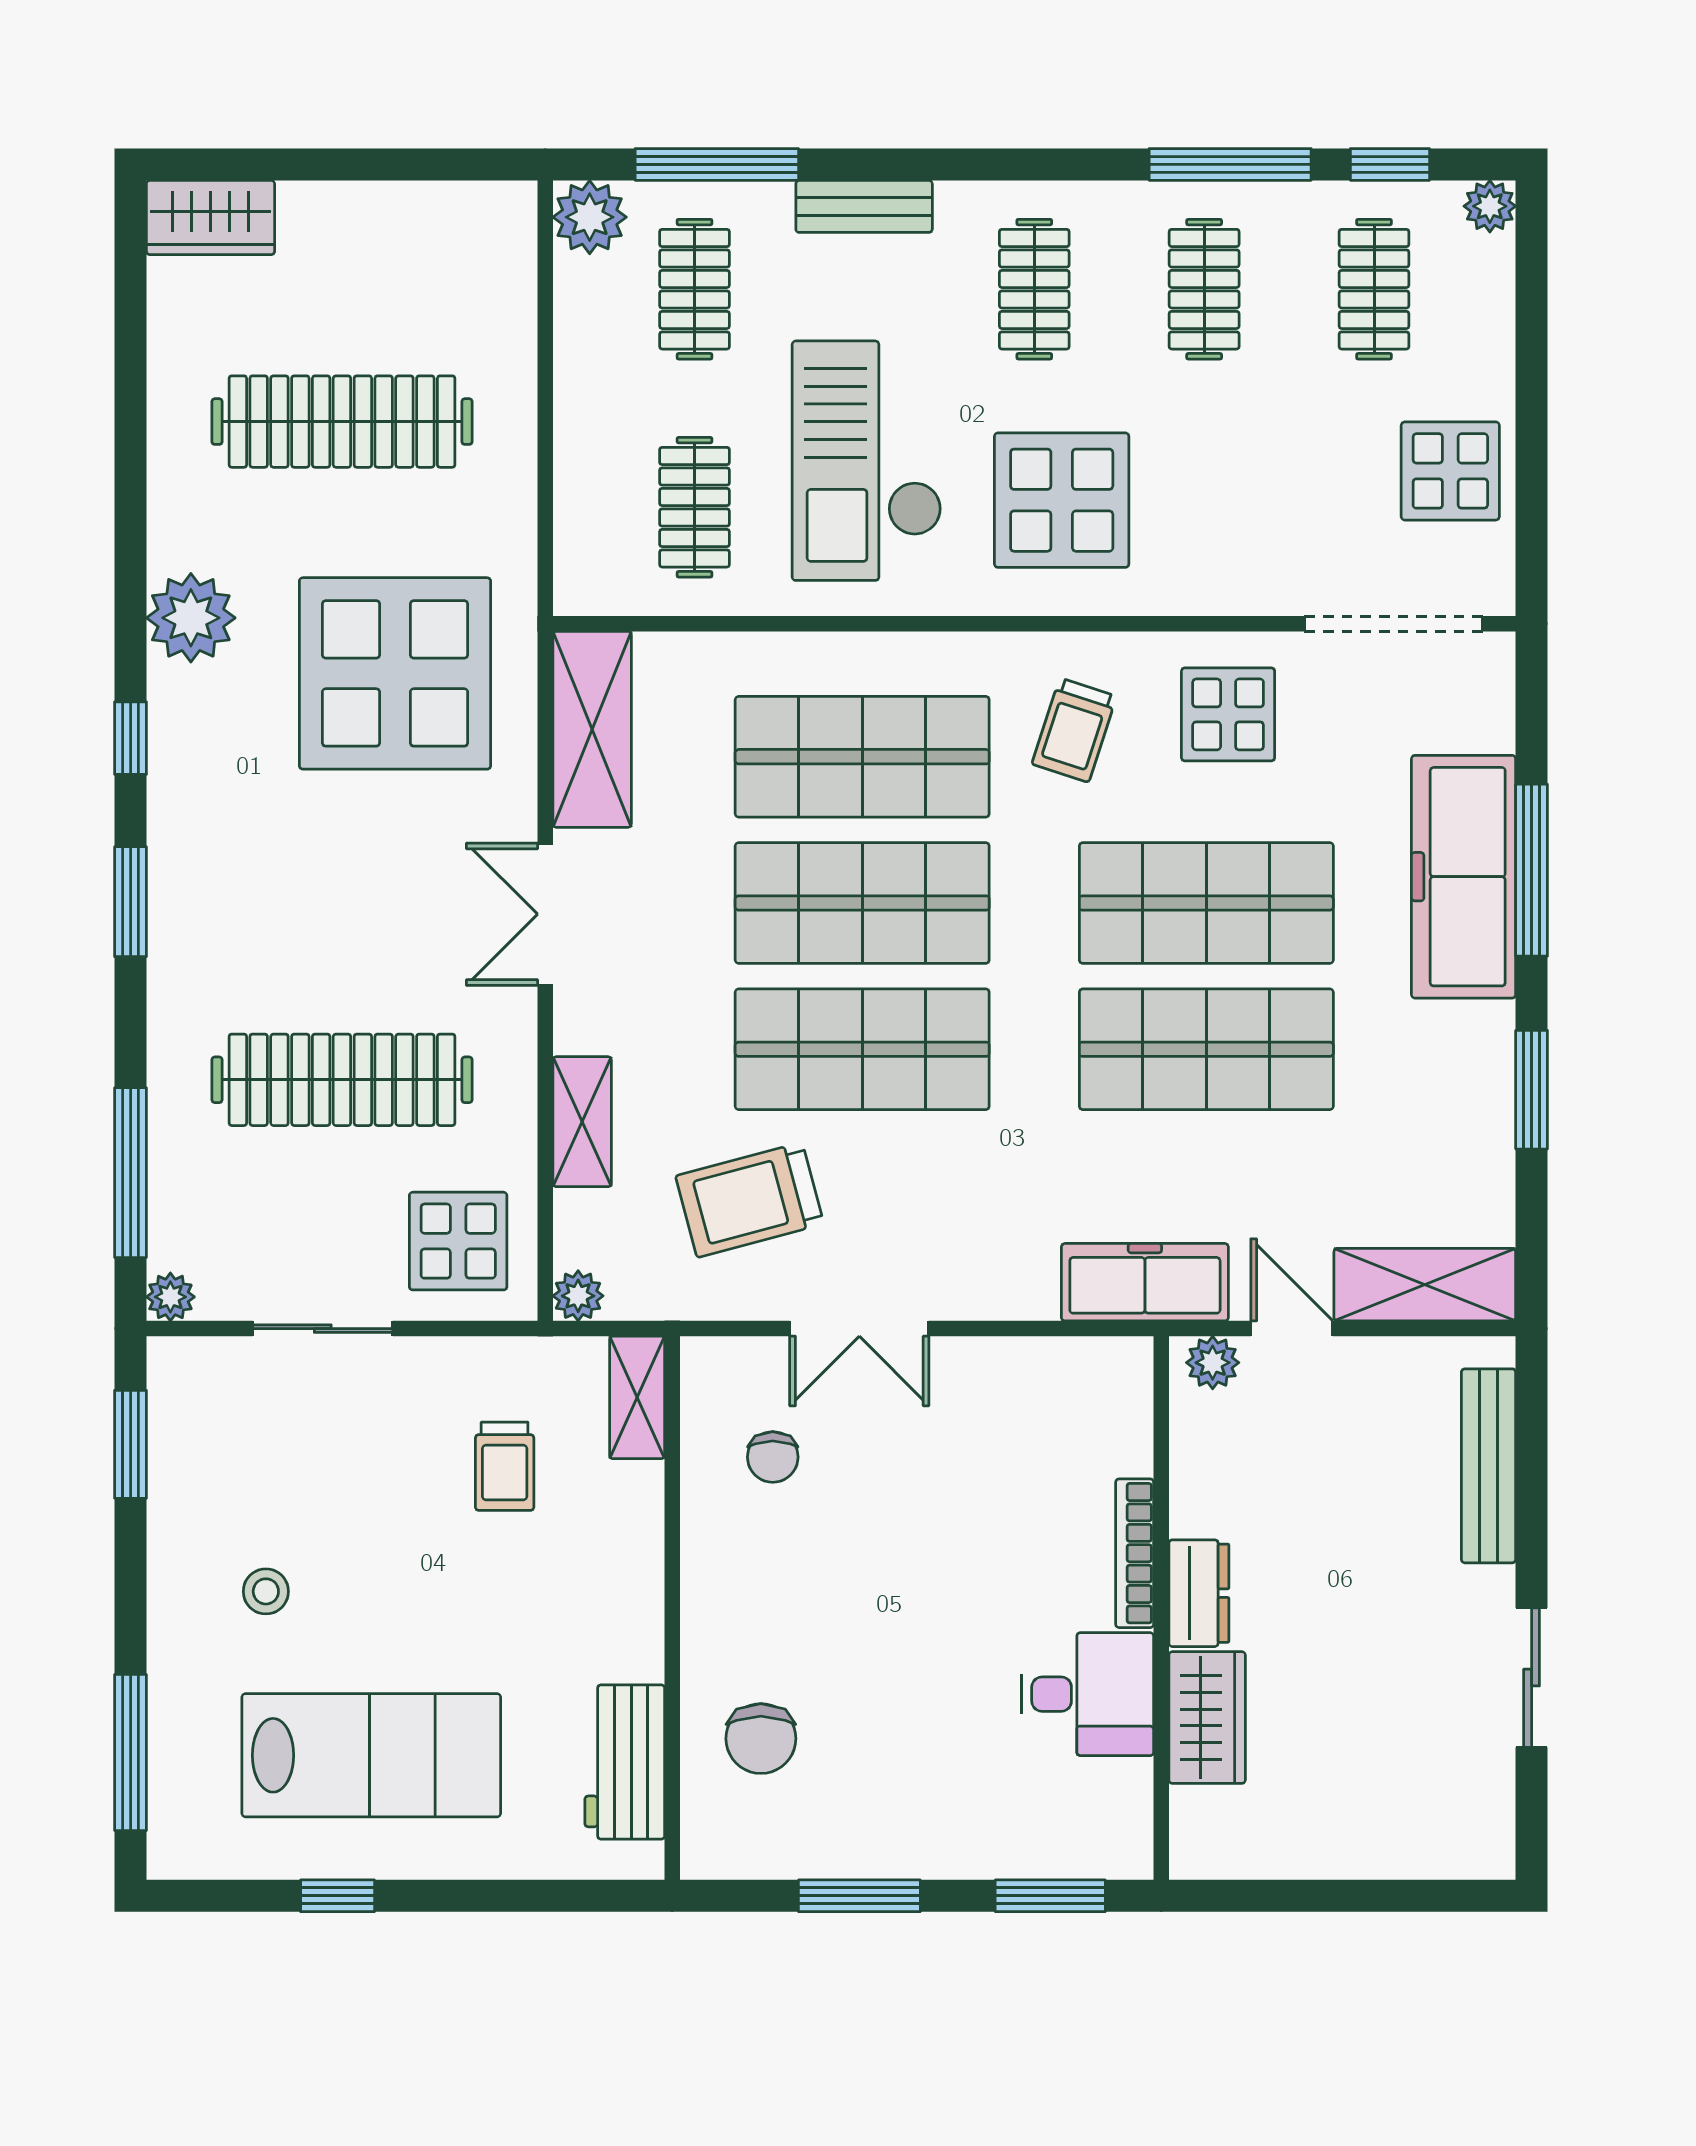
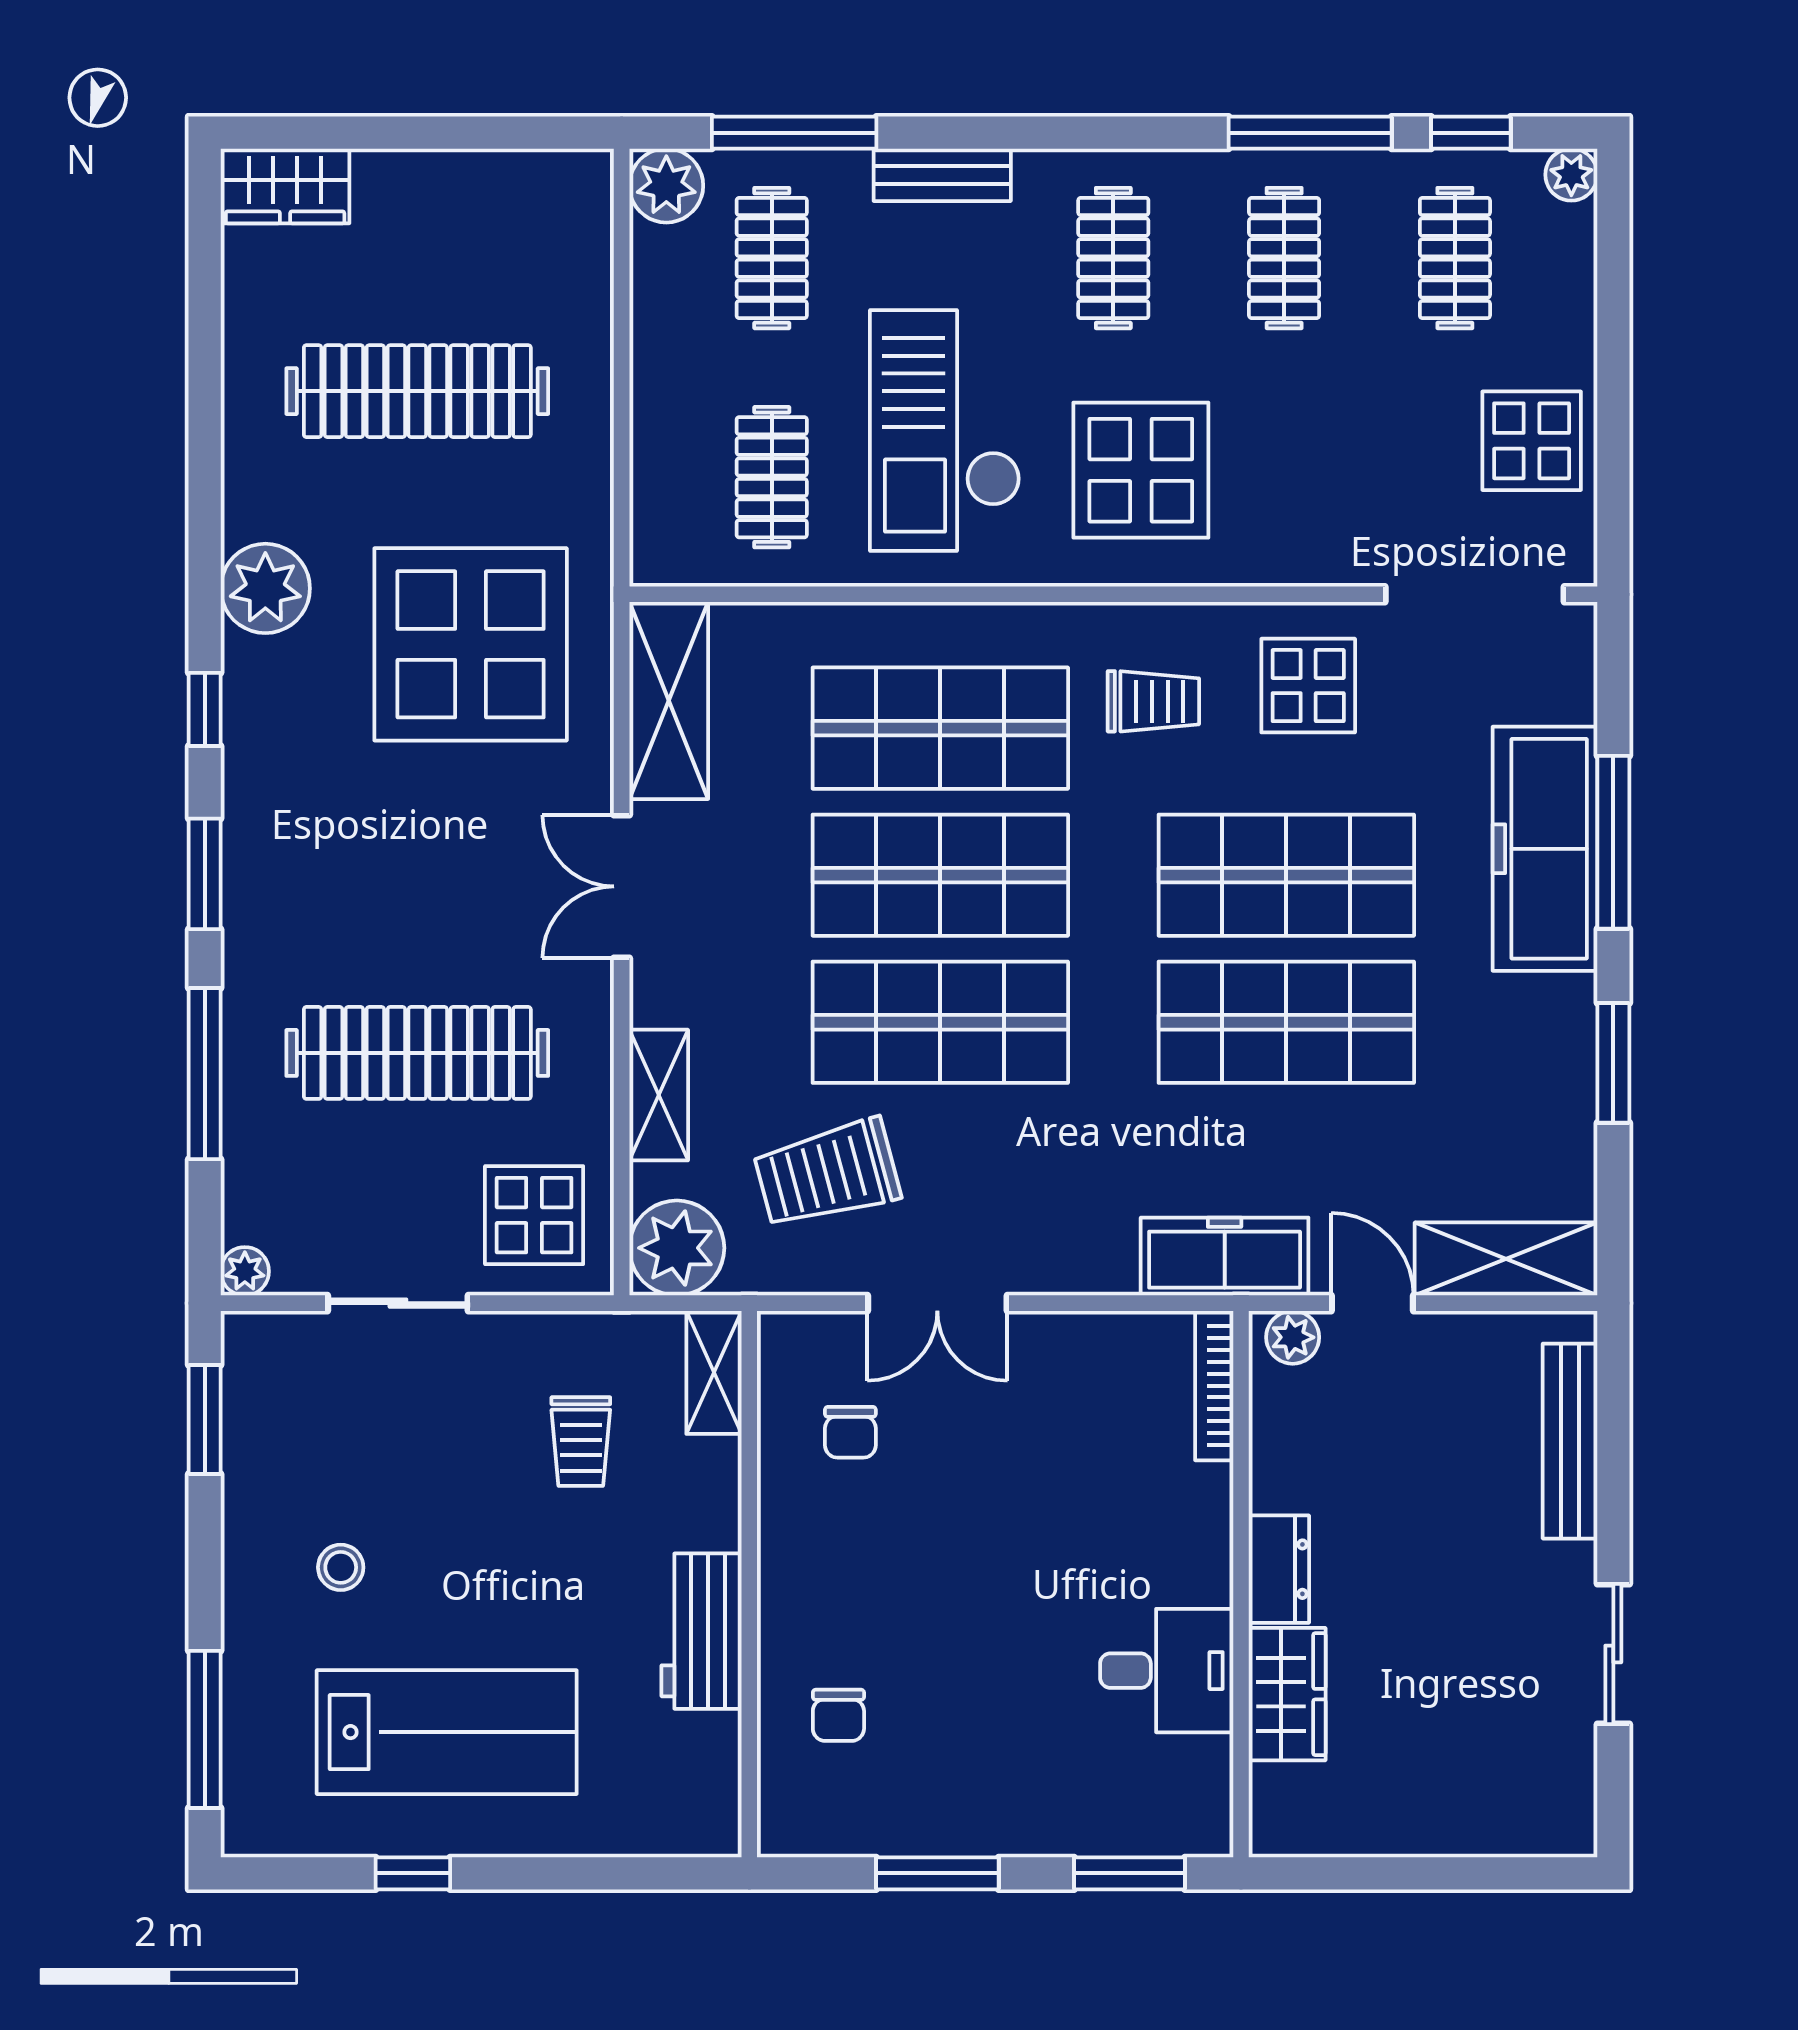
trolley: (1074, 730) -> (1153, 701), turned -108
window: (131, 1173) -> (205, 1074), moved
plant: (578, 1296) -> (677, 1248), width x1.87, depth x1.87
bookcase: (1135, 1553) -> (1214, 1386), moved
chair: (761, 1739) -> (838, 1715), width x0.73, depth x0.73
workbench: (625, 1762) -> (702, 1631), moved

